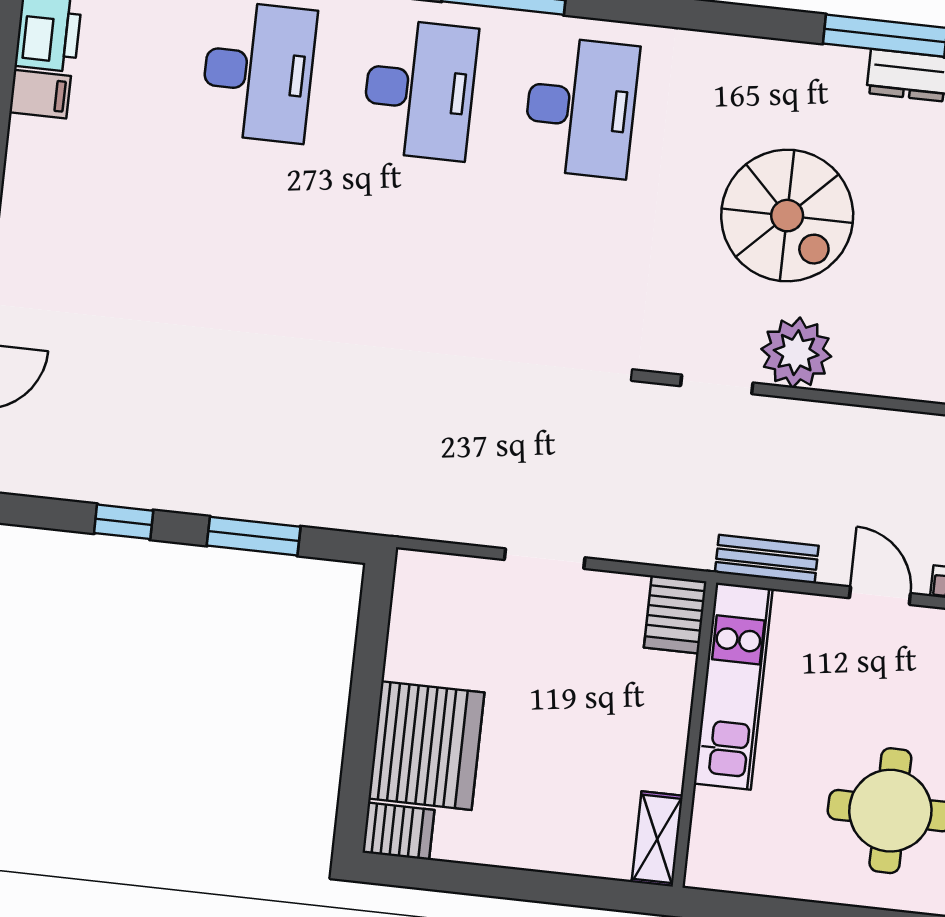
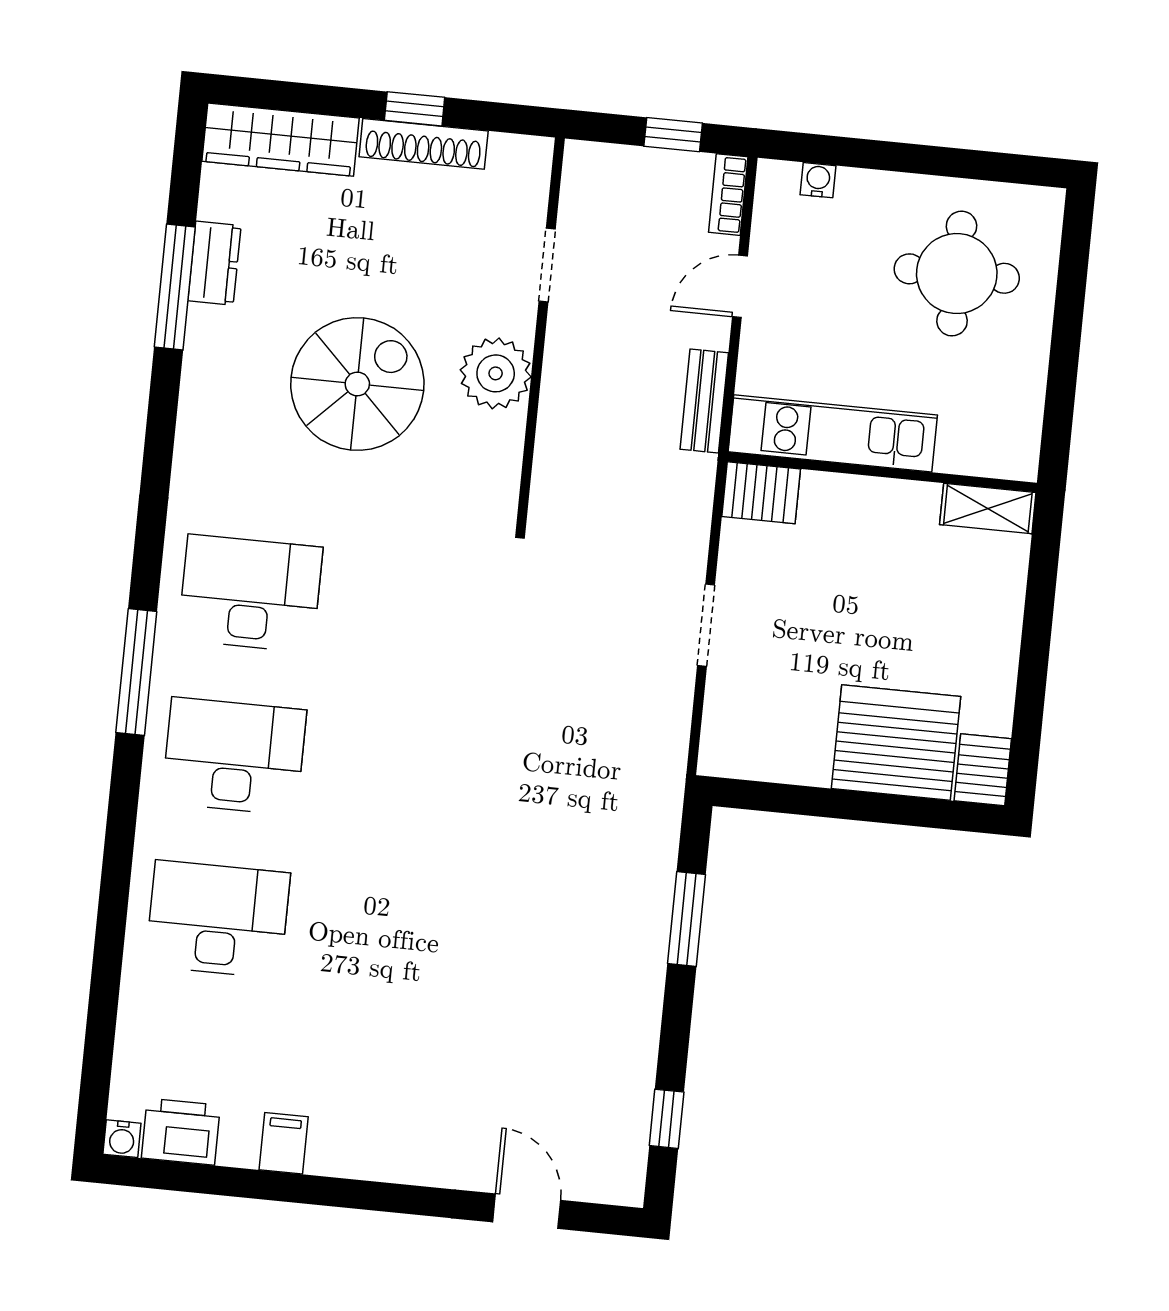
filing cabinet: (40, 94) -> (284, 1143), moved
doorway: (717, 384) -> (547, 265), moved
window: (124, 522) -> (667, 1119), moved

